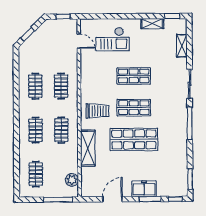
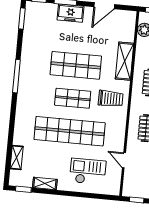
door: (79, 41) -> (124, 160), moved
shop shelf: (134, 76) -> (70, 131), width x2.00, depth x1.36
sliding door: (189, 84) -> (13, 117), removed
trolley: (98, 111) -> (111, 99), turned 180

